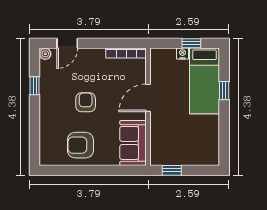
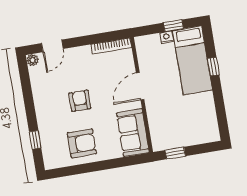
window: (35, 86) -> (35, 140), moved
armchair: (80, 145) -> (82, 143), turned 180

